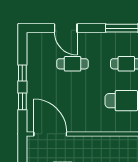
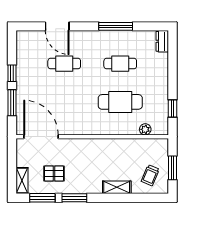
window: (22, 101) -> (12, 103), width x1.50

